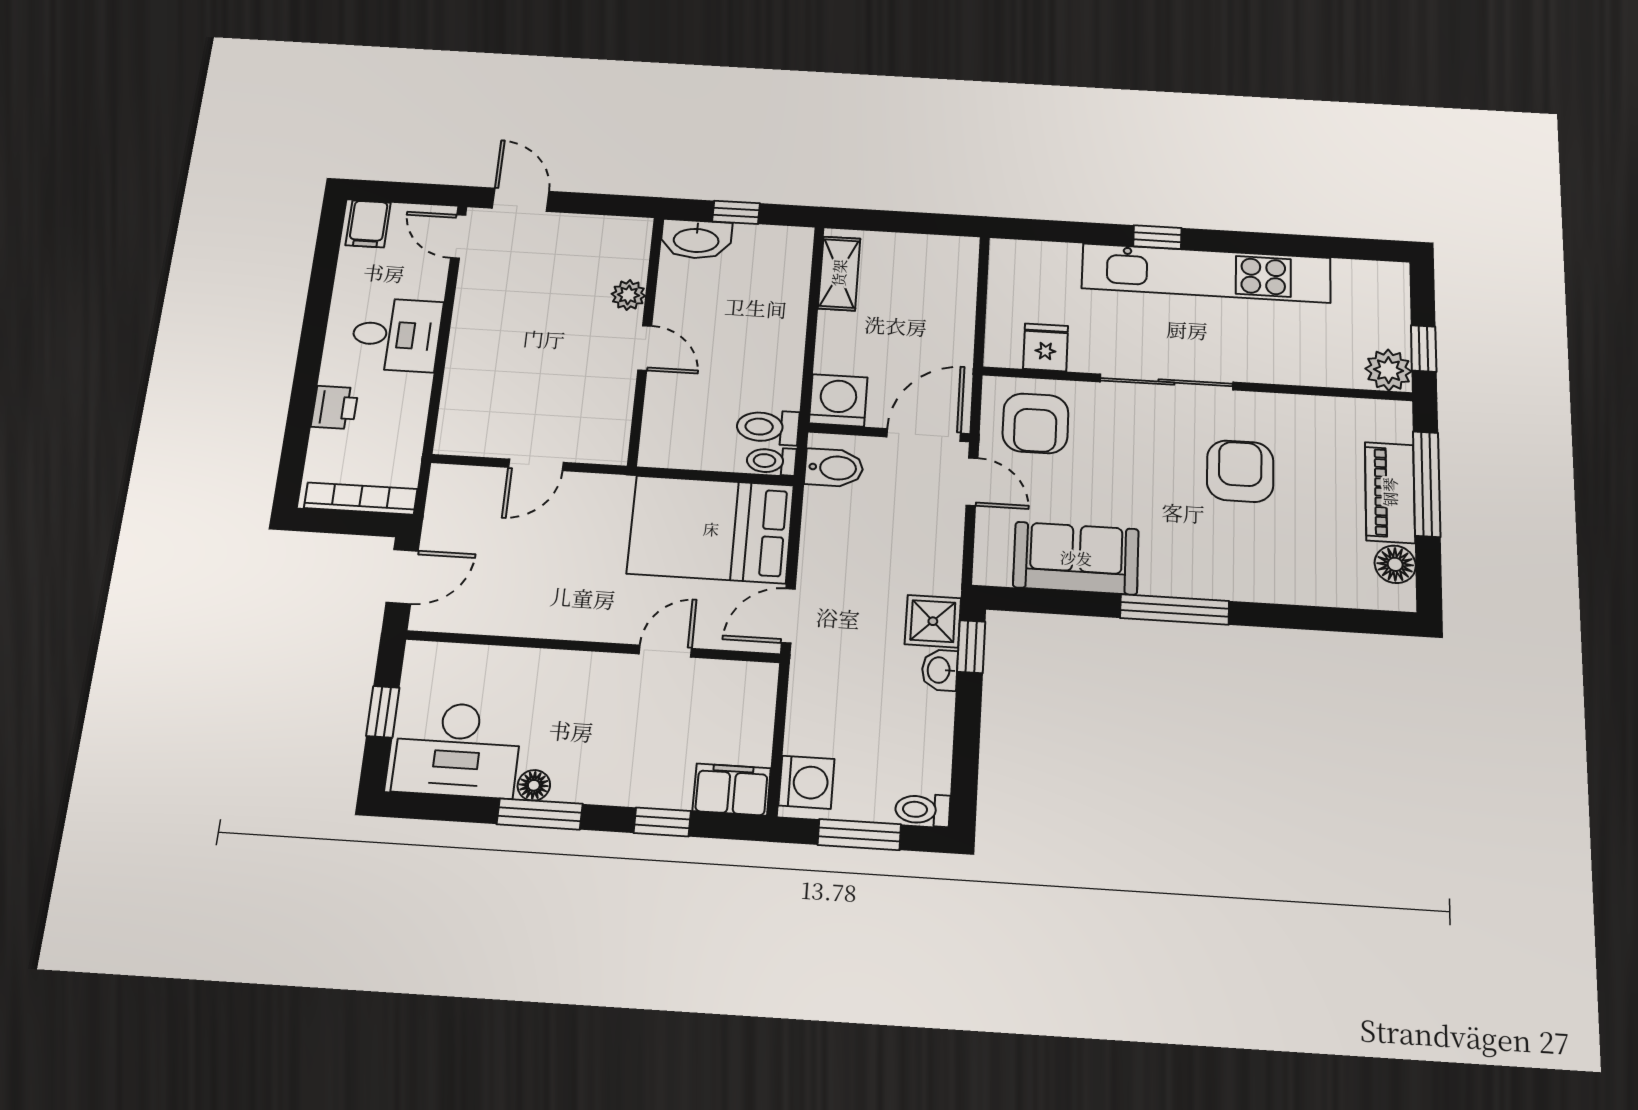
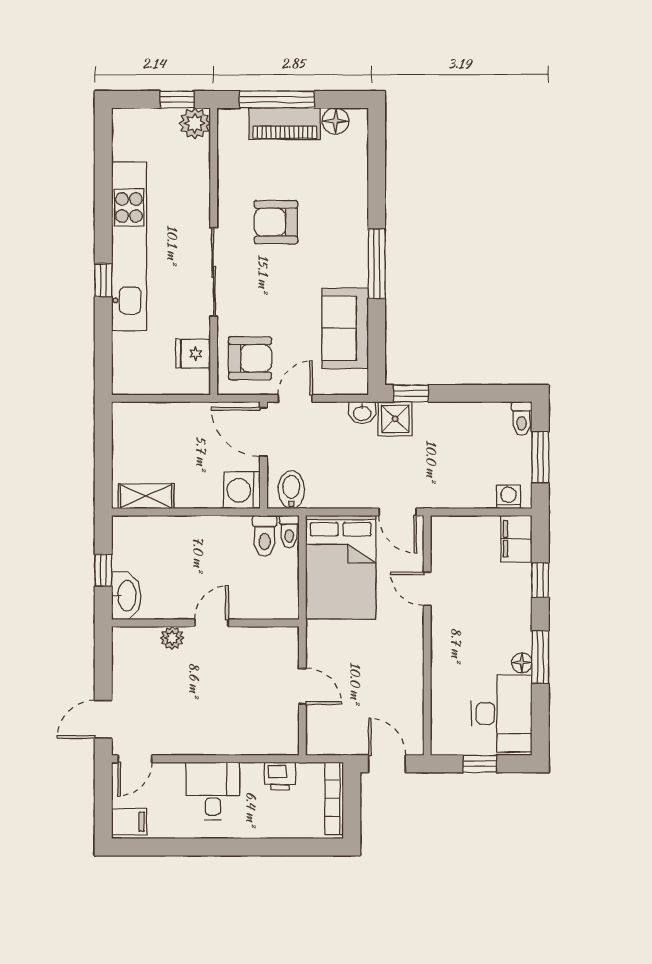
printer: (335, 407) -> (280, 776), moved, turned 180
washbasin: (940, 670) -> (362, 413), moved
washing machine: (806, 782) -> (508, 497), width x0.73, depth x0.73

